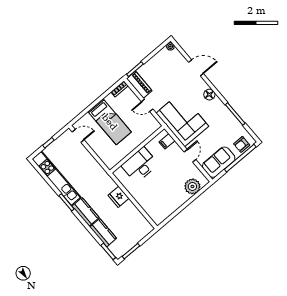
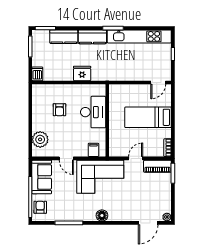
door: (196, 68) -> (148, 223), moved
armchair: (159, 191) -> (59, 110), added
dishwasher: (146, 229) -> (37, 74), added

